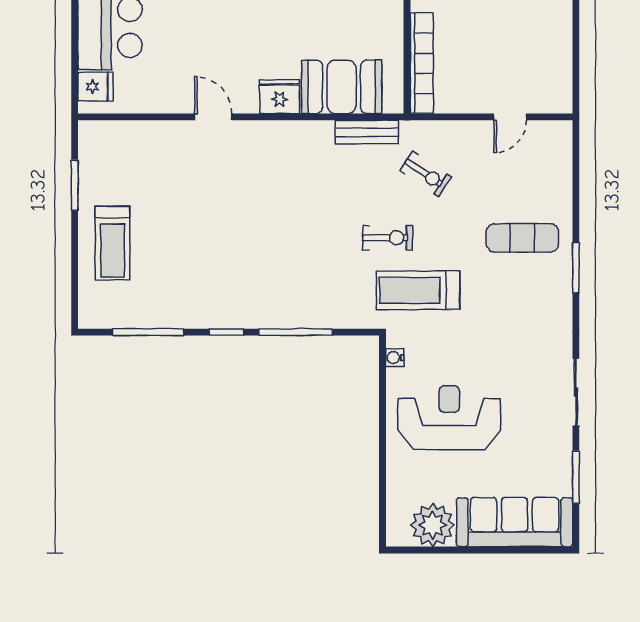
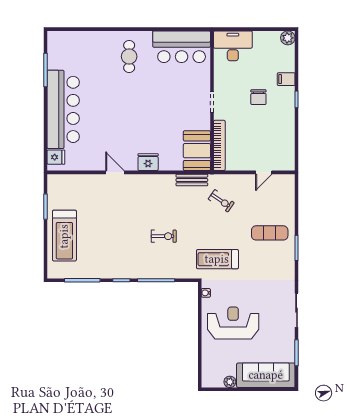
booth: (342, 87) -> (197, 151), moved, turned 90
exercise bike: (388, 238) -> (164, 236), moved
treadmill: (112, 243) -> (64, 236), width x1.37, depth x1.38
plant: (433, 525) -> (230, 382), width x0.53, depth x0.53

